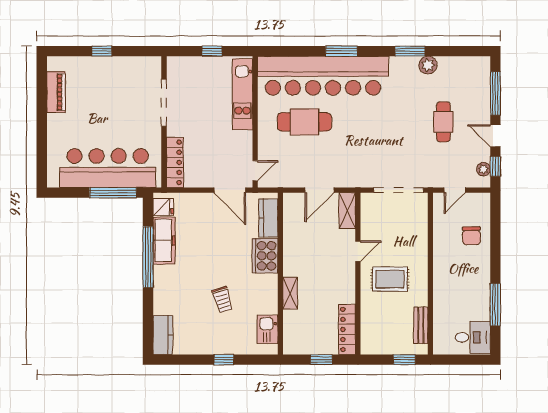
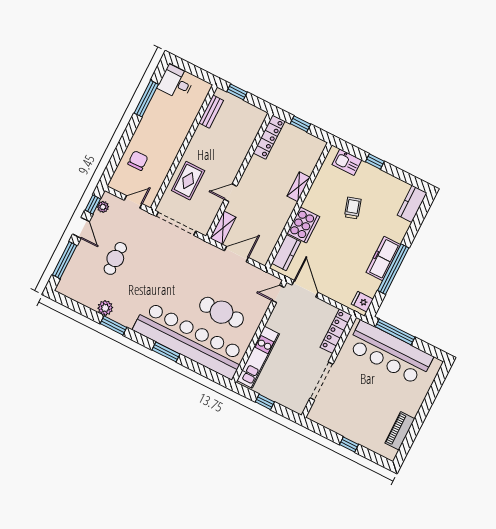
freezer: (164, 241) -> (383, 258), moved
rug: (390, 279) -> (188, 181), moved, turned 90
kitchen sink: (267, 329) -> (347, 162), moved, turned 90

